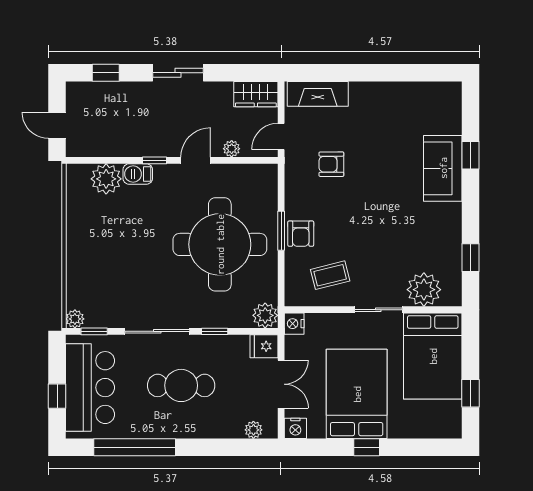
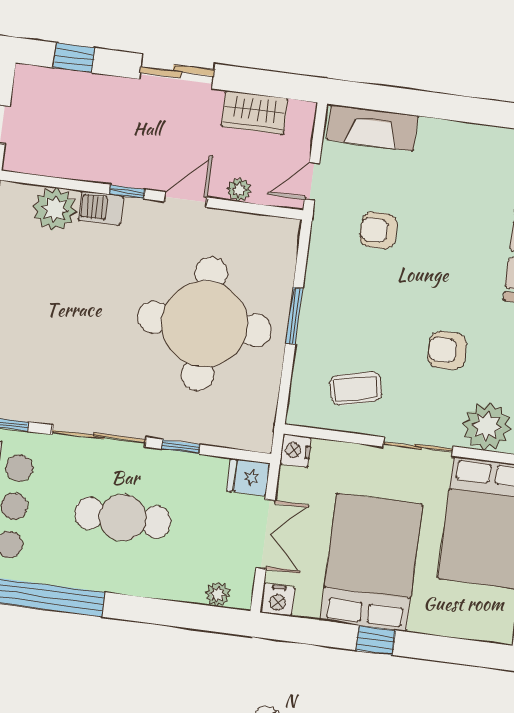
wardrobe: (256, 94) -> (255, 113), moved
armchair: (301, 234) -> (447, 350), moved, turned 90
plant: (265, 315) -> (256, 434), removed

